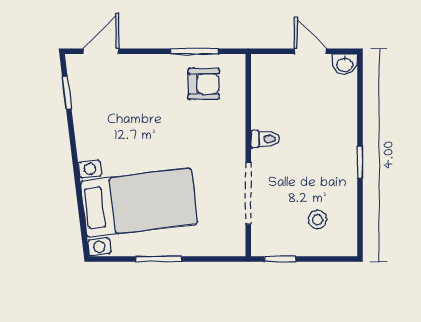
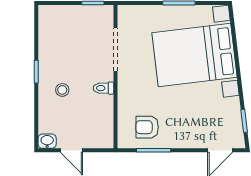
bed with nightstands: (139, 203) -> (194, 55), width x1.36
stool: (317, 220) -> (62, 90), moved

